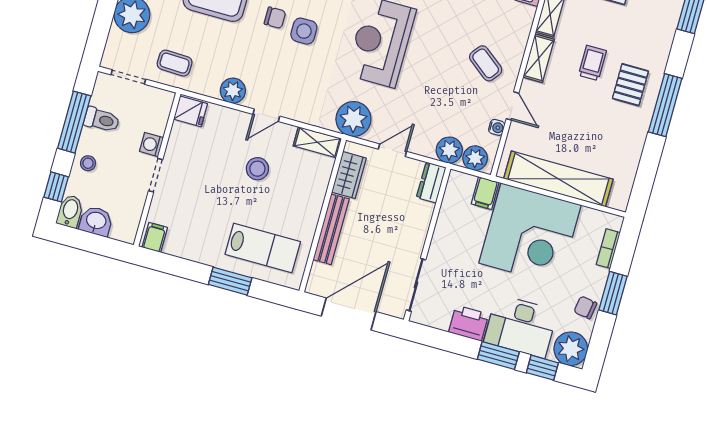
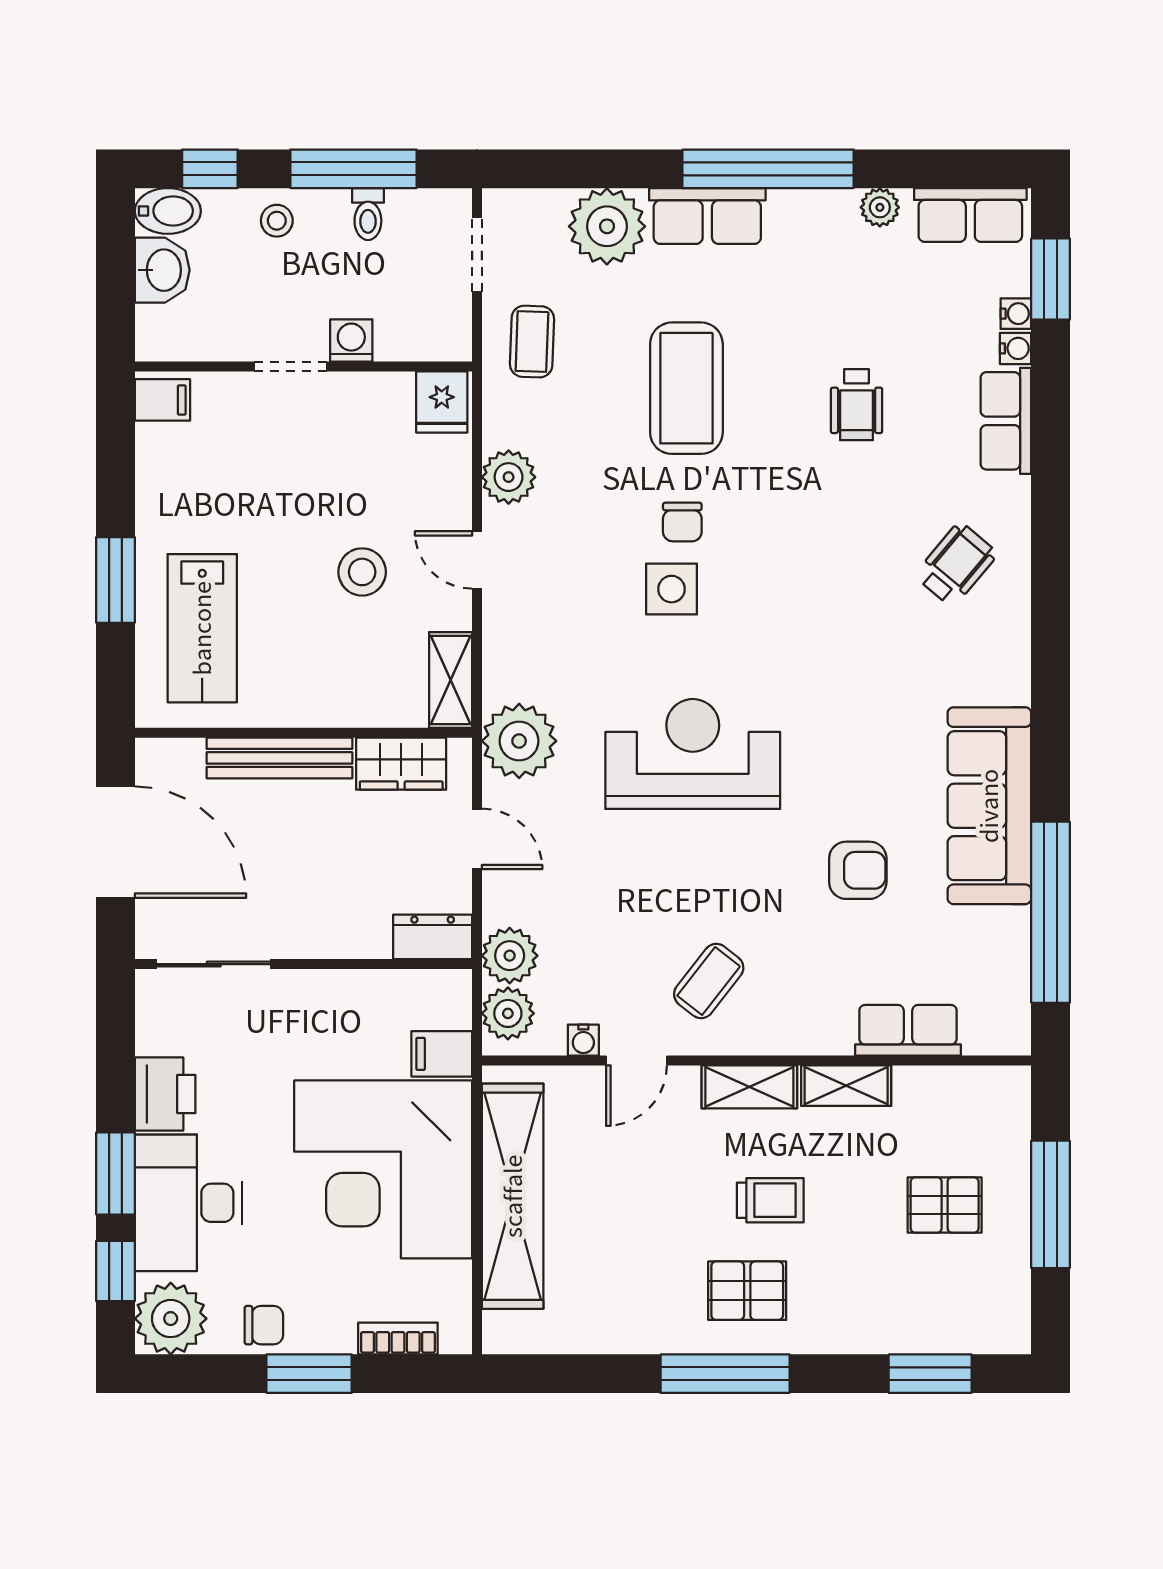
toilet: (102, 120) -> (368, 214), width x0.73, depth x0.72
chair: (585, 307) -> (264, 1325), turned 81

